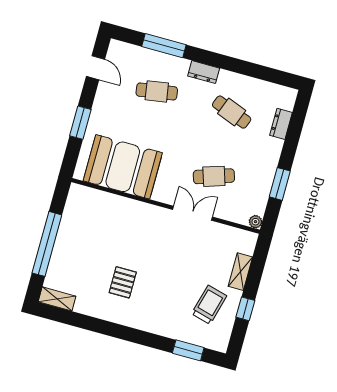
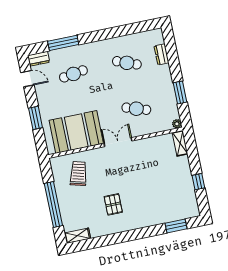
dresser: (204, 72) -> (39, 59), moved
cafe table: (214, 176) -> (136, 109), turned 36
double door: (193, 213) -> (118, 142), moved
shelving: (240, 272) -> (180, 143), moved
trolley: (209, 305) -> (78, 173), moved

